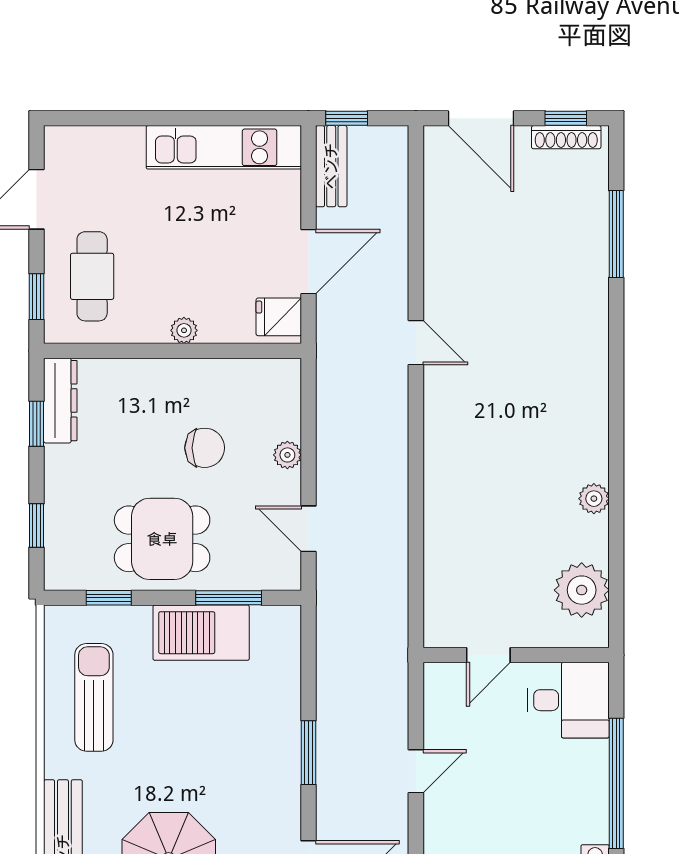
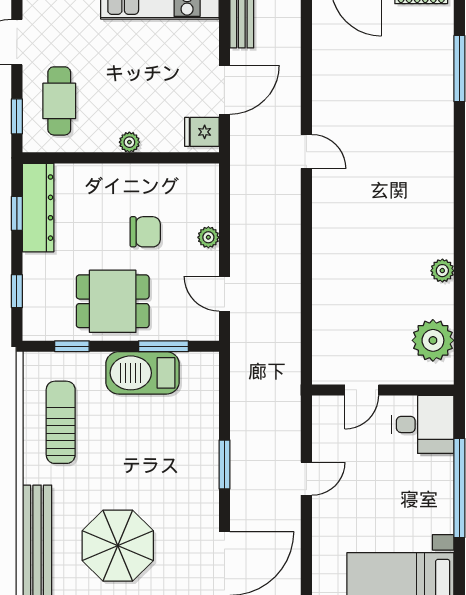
dresser: (60, 401) -> (38, 208), width x1.37, depth x1.24

